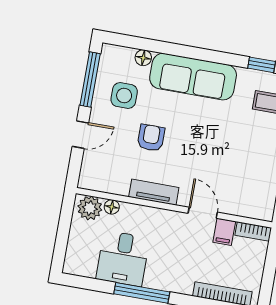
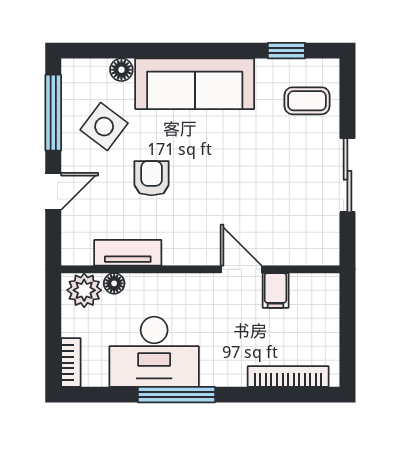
side table: (124, 96) -> (104, 127), turned 37
tv unit: (154, 192) -> (128, 253), moved
bookcase: (253, 231) -> (71, 363), moved, turned -90
desk: (123, 258) -> (154, 352), width x1.37

